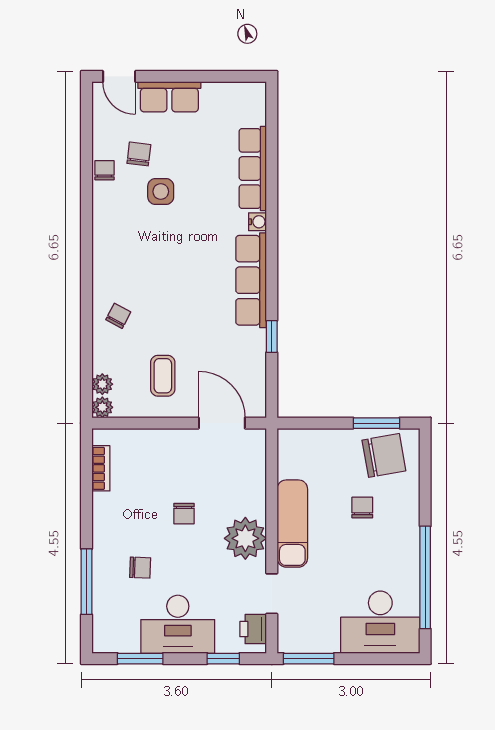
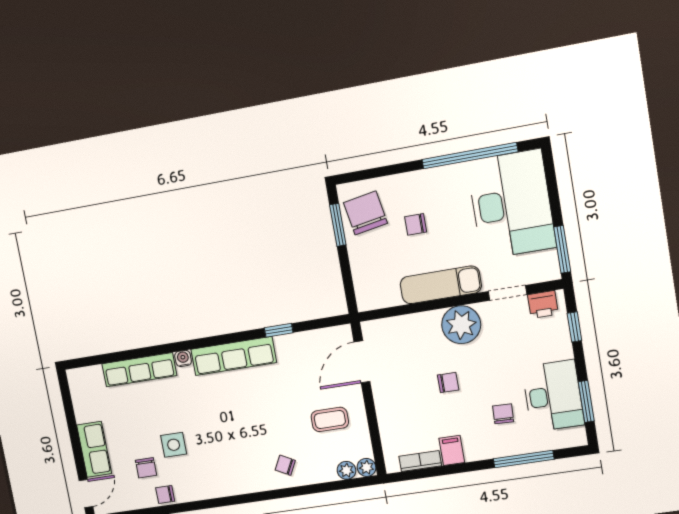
chair: (139, 154) -> (146, 468), turned -97
filing cabinet: (108, 505) -> (452, 450), added
desk: (380, 622) -> (511, 204), width x1.36, depth x1.30
desk: (178, 624) -> (553, 396), moved

